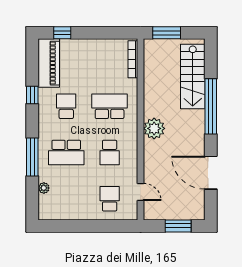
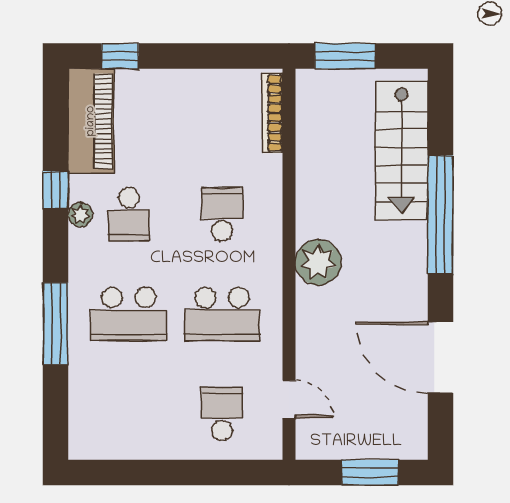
school desk: (66, 106) -> (129, 214), turned 180
school desk: (110, 106) -> (222, 214), width x0.54
school desk: (110, 153) -> (222, 314), width x1.85
plant: (44, 188) -> (80, 215), moved

